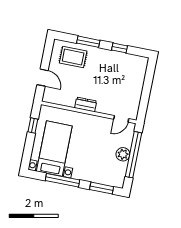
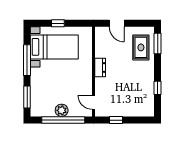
window: (88, 42) -> (158, 44), moved
door: (43, 78) -> (117, 23), hinge flipped
window: (145, 99) -> (116, 120), added
window: (33, 126) -> (58, 23), moved

